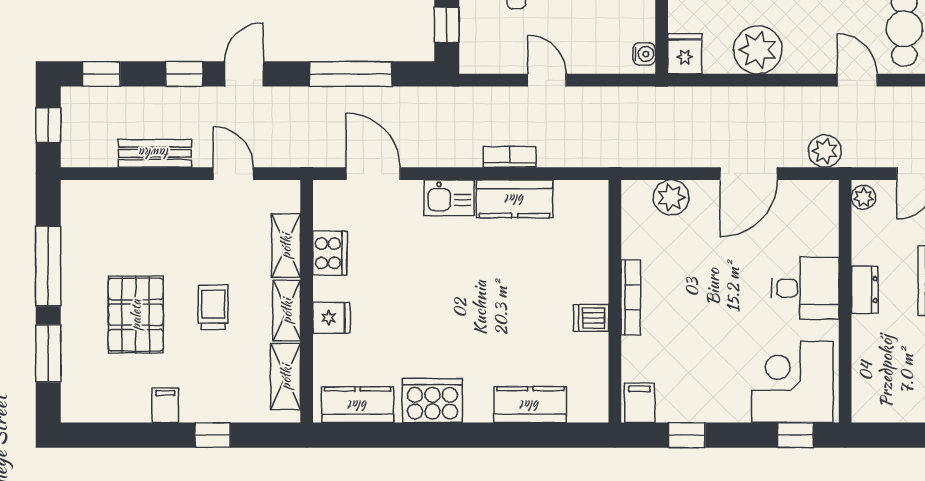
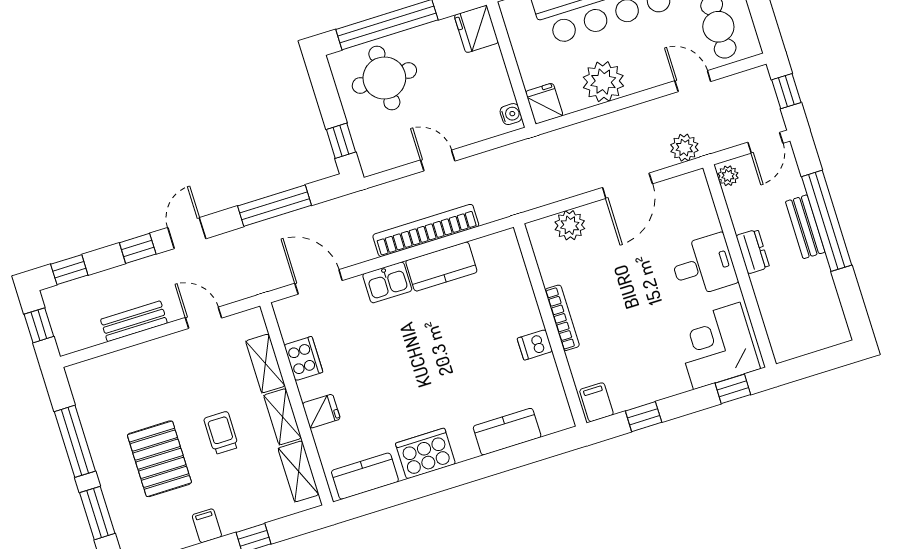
bookcase: (510, 157) -> (426, 230), width x2.31, depth x1.31

